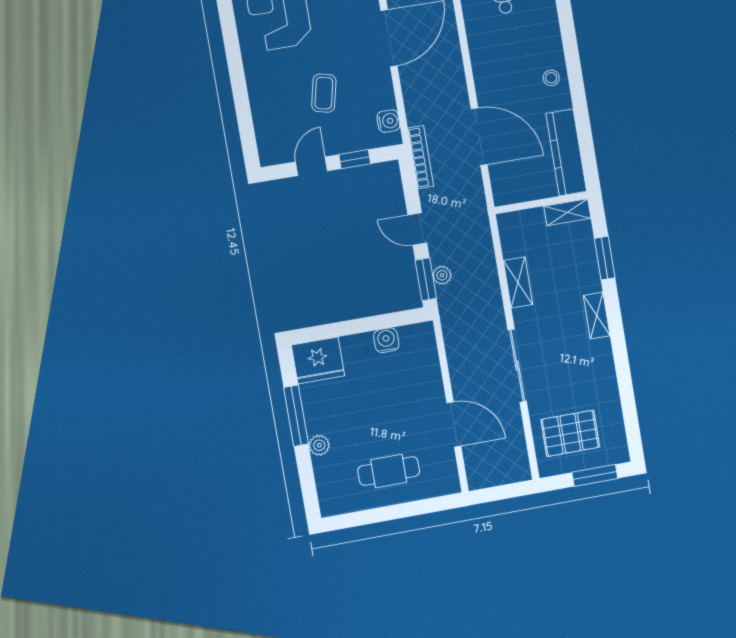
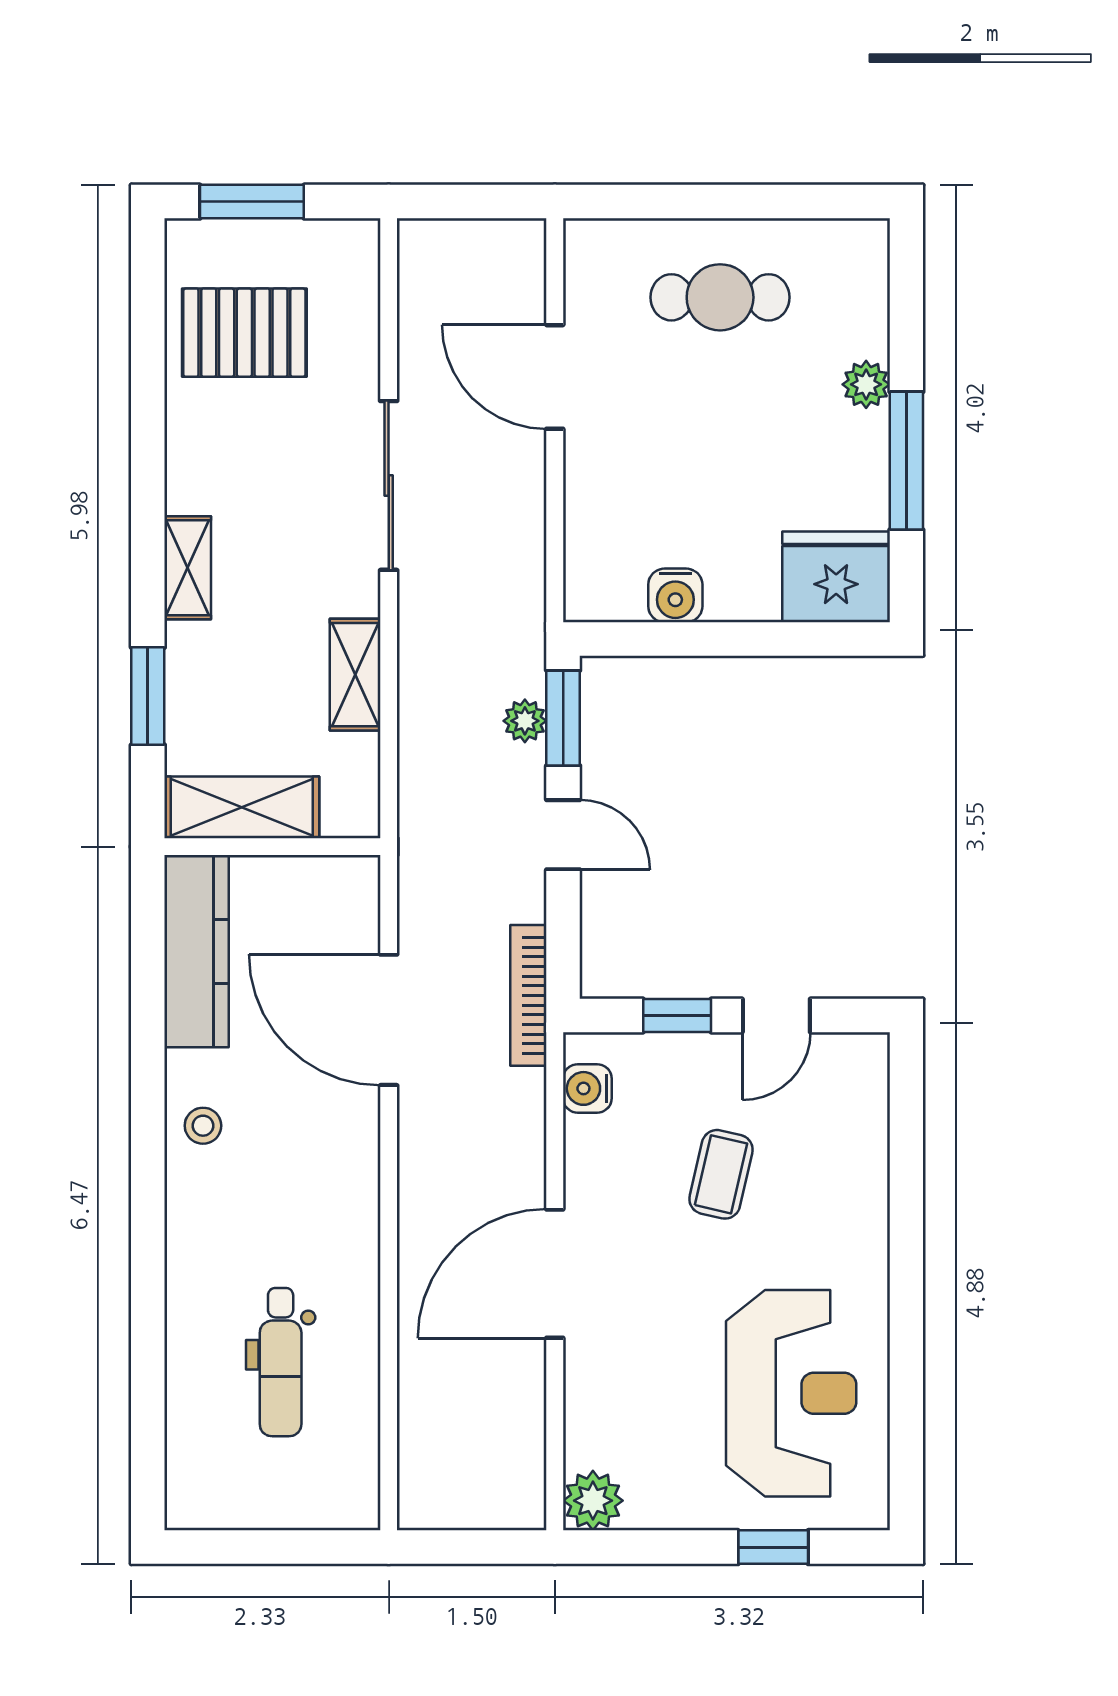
shelving: (567, 212) -> (242, 807), width x1.50, depth x1.33
pallet: (570, 433) -> (244, 333), moved

